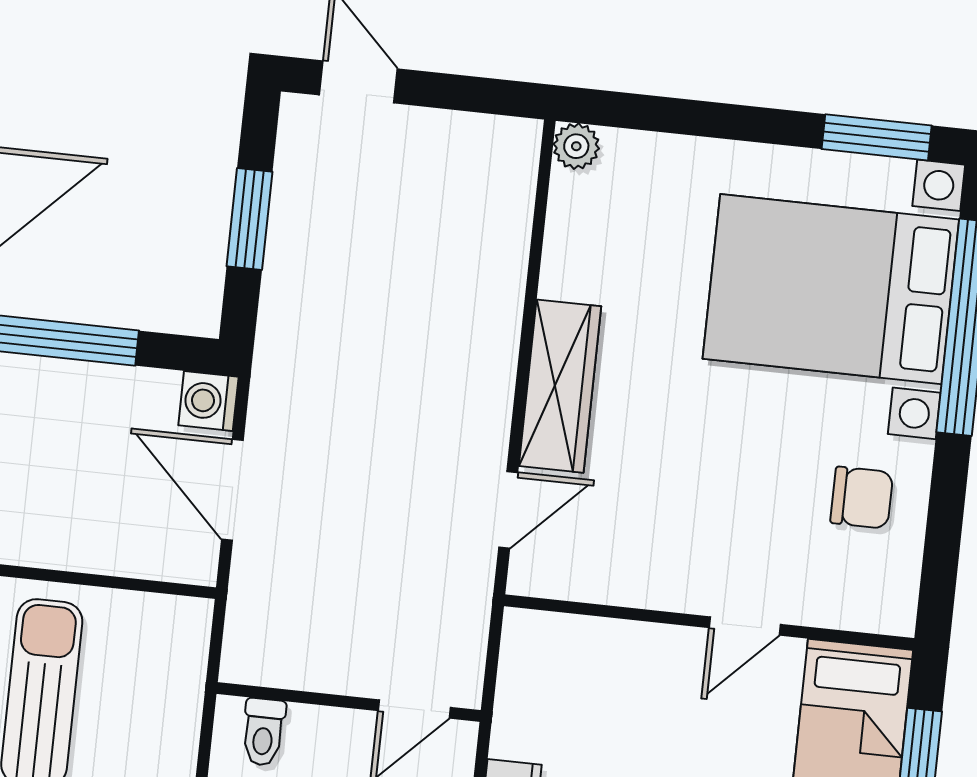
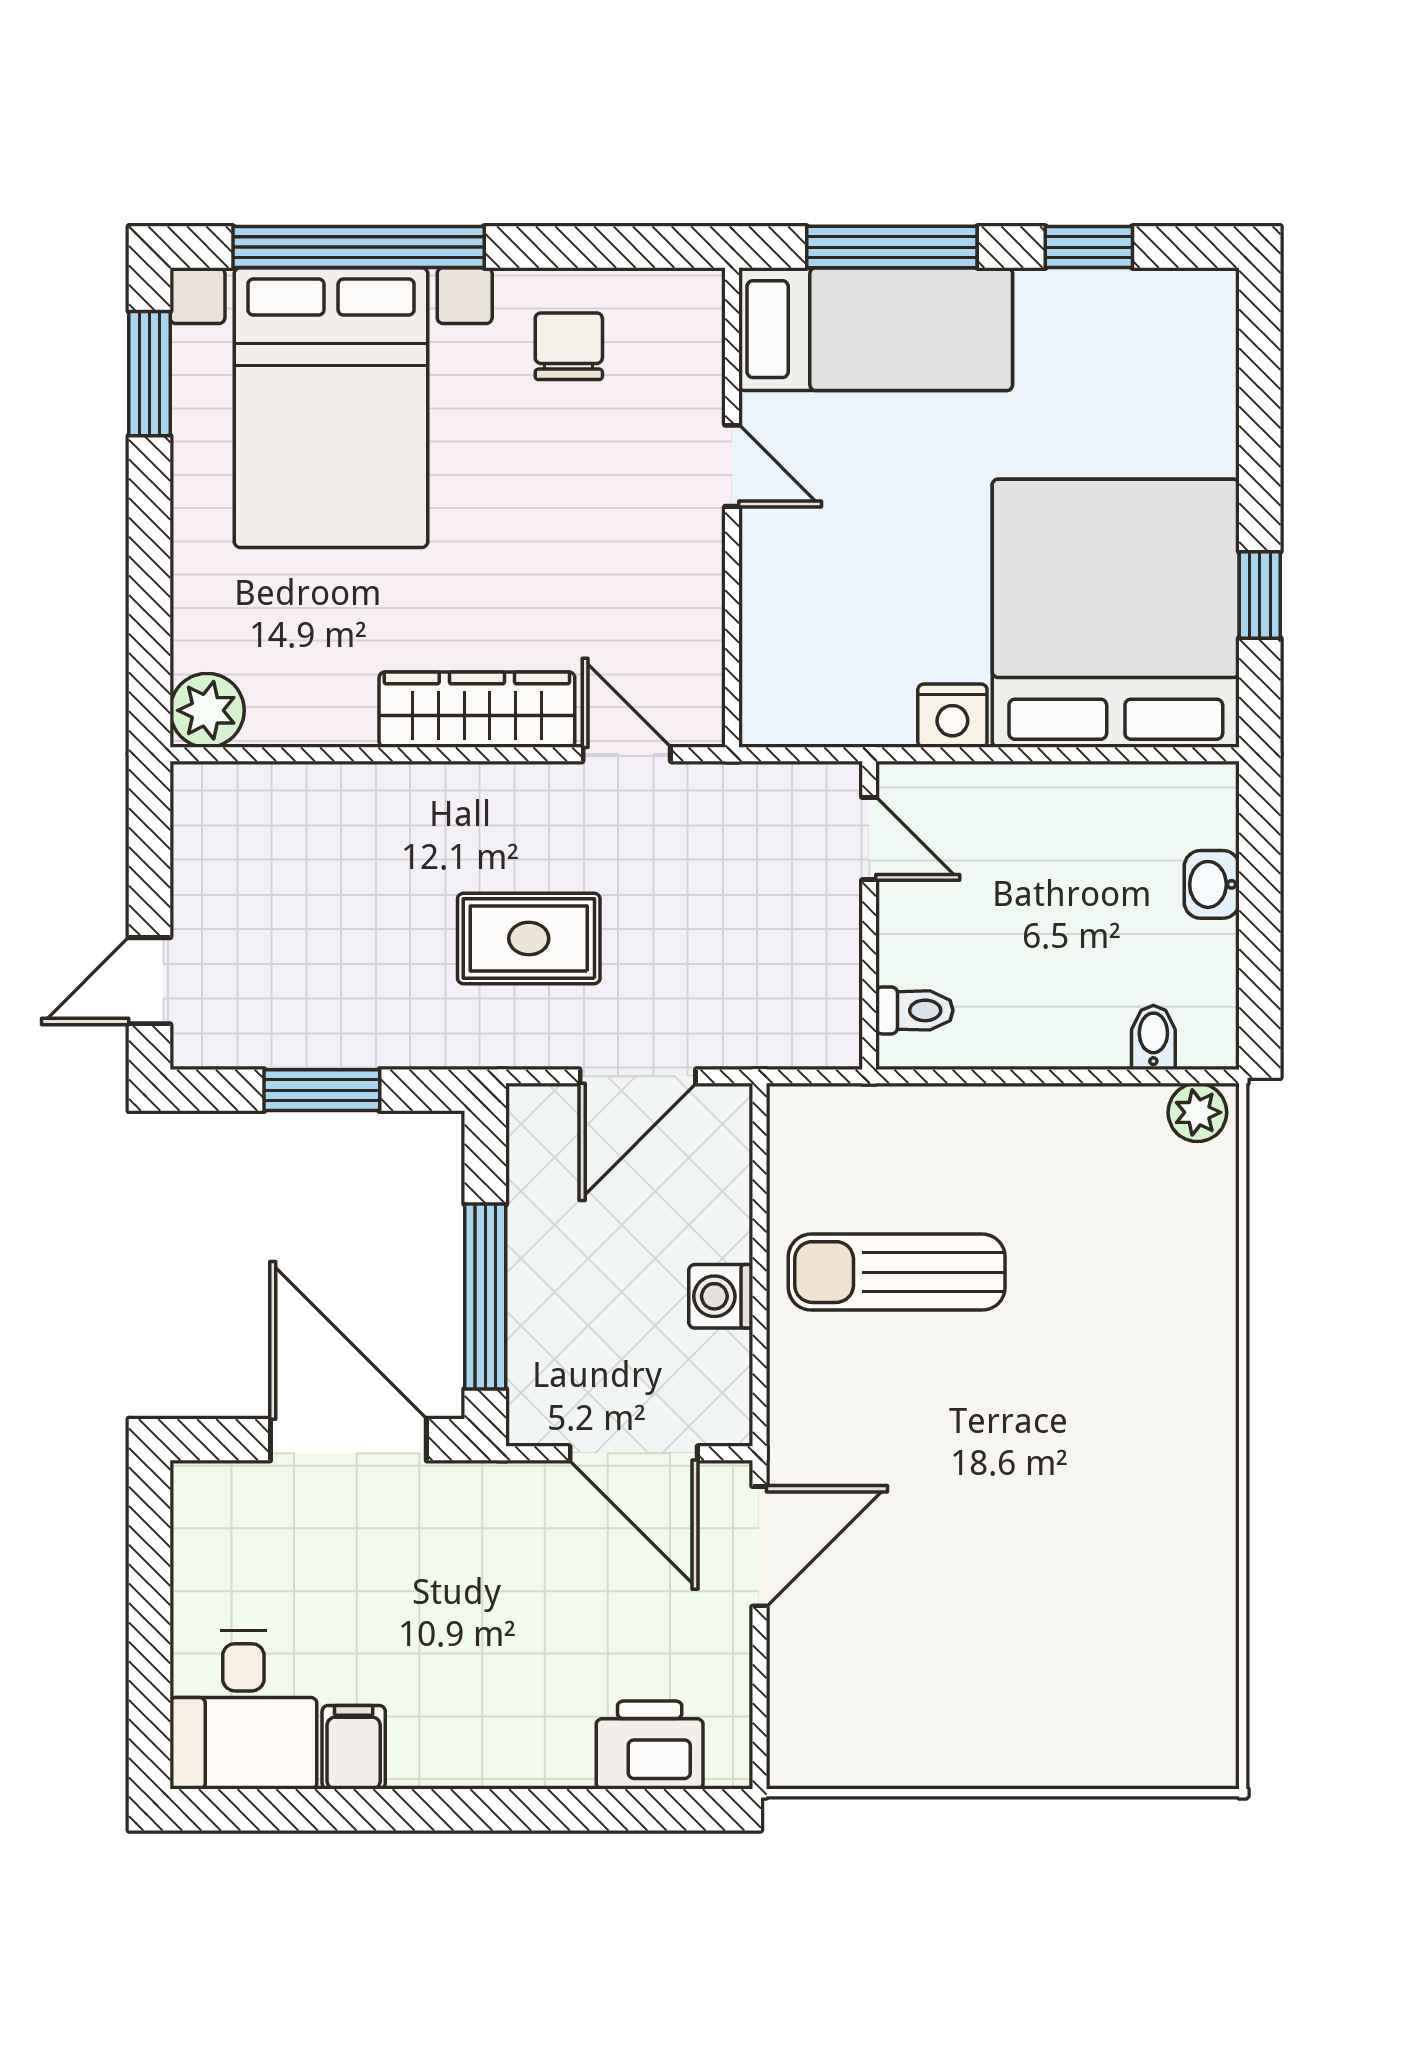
plant: (576, 146) -> (207, 710), width x1.38, depth x1.38
washing machine: (208, 401) -> (721, 1296), moved, turned 90
rug: (360, 409) -> (529, 938), added

